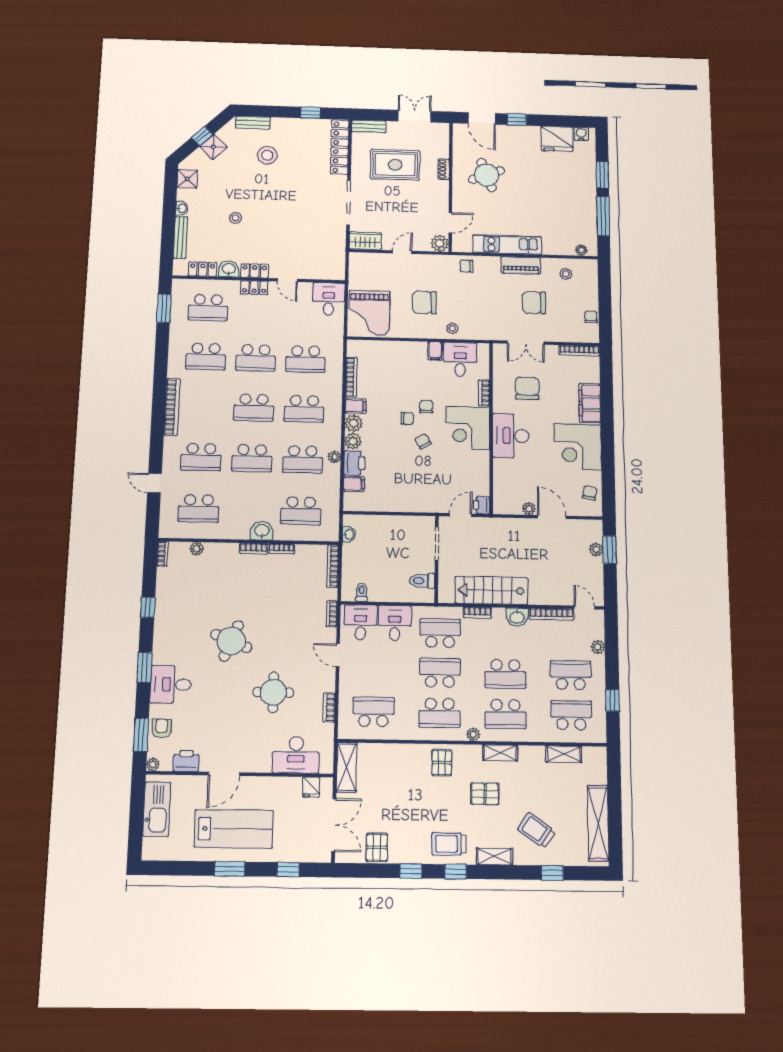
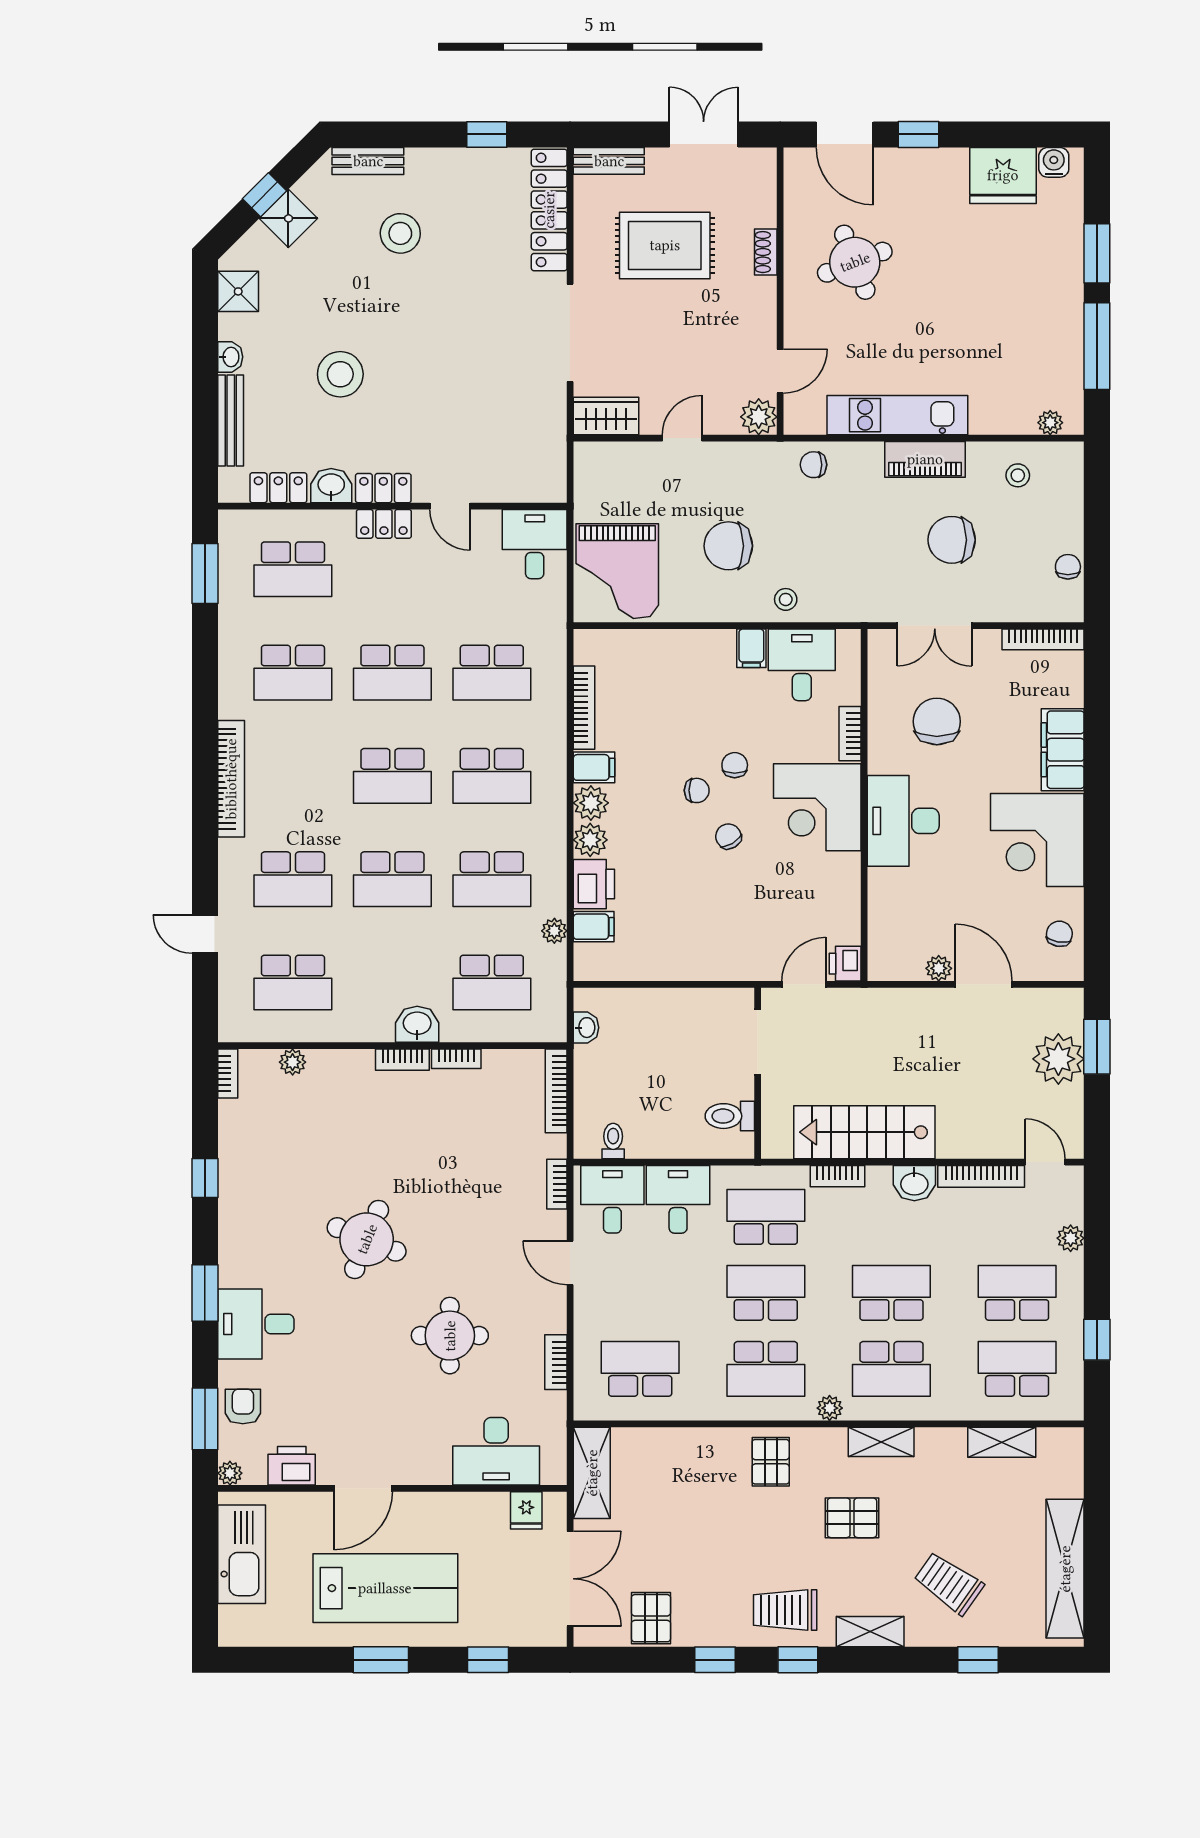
stool: (235, 218) -> (340, 374), width x1.89, depth x1.89
plant: (334, 457) -> (554, 931), moved
plant: (596, 549) -> (1058, 1059), width x1.87, depth x1.87
school desk: (505, 674) -> (891, 1293), turned 180

